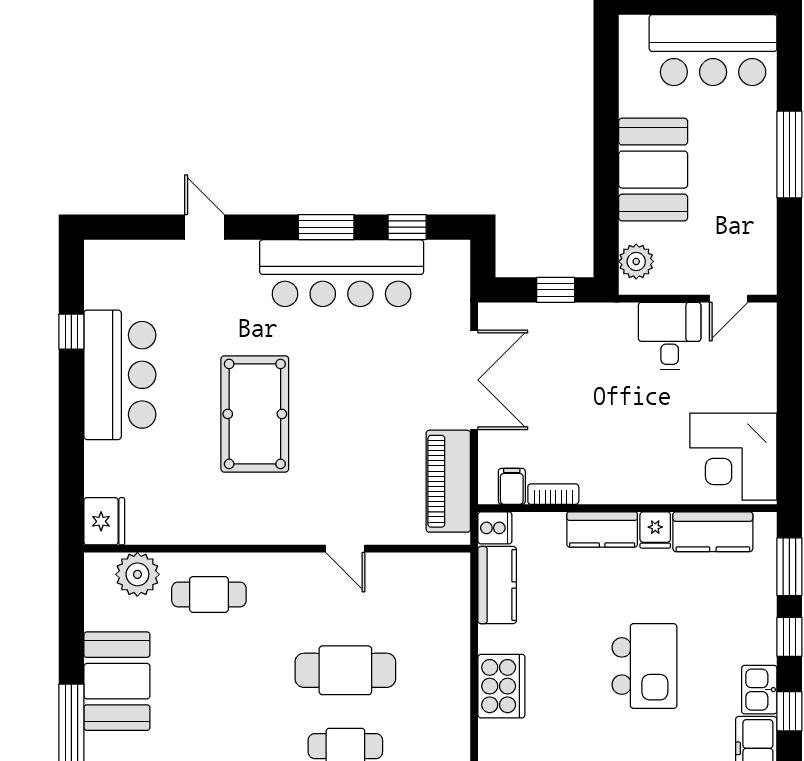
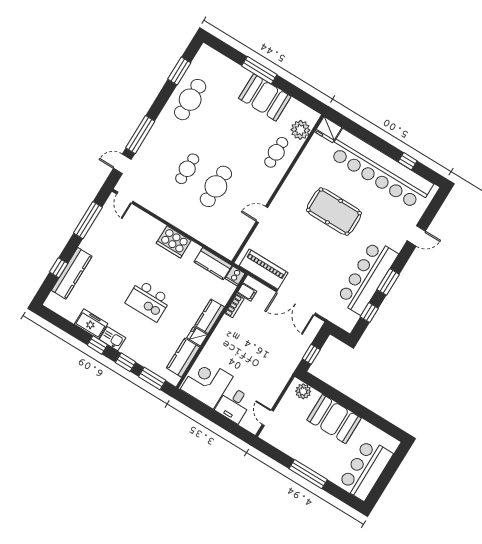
desk: (670, 336) -> (234, 405), moved, turned 90
bar counter: (120, 375) -> (380, 170), width x1.86

